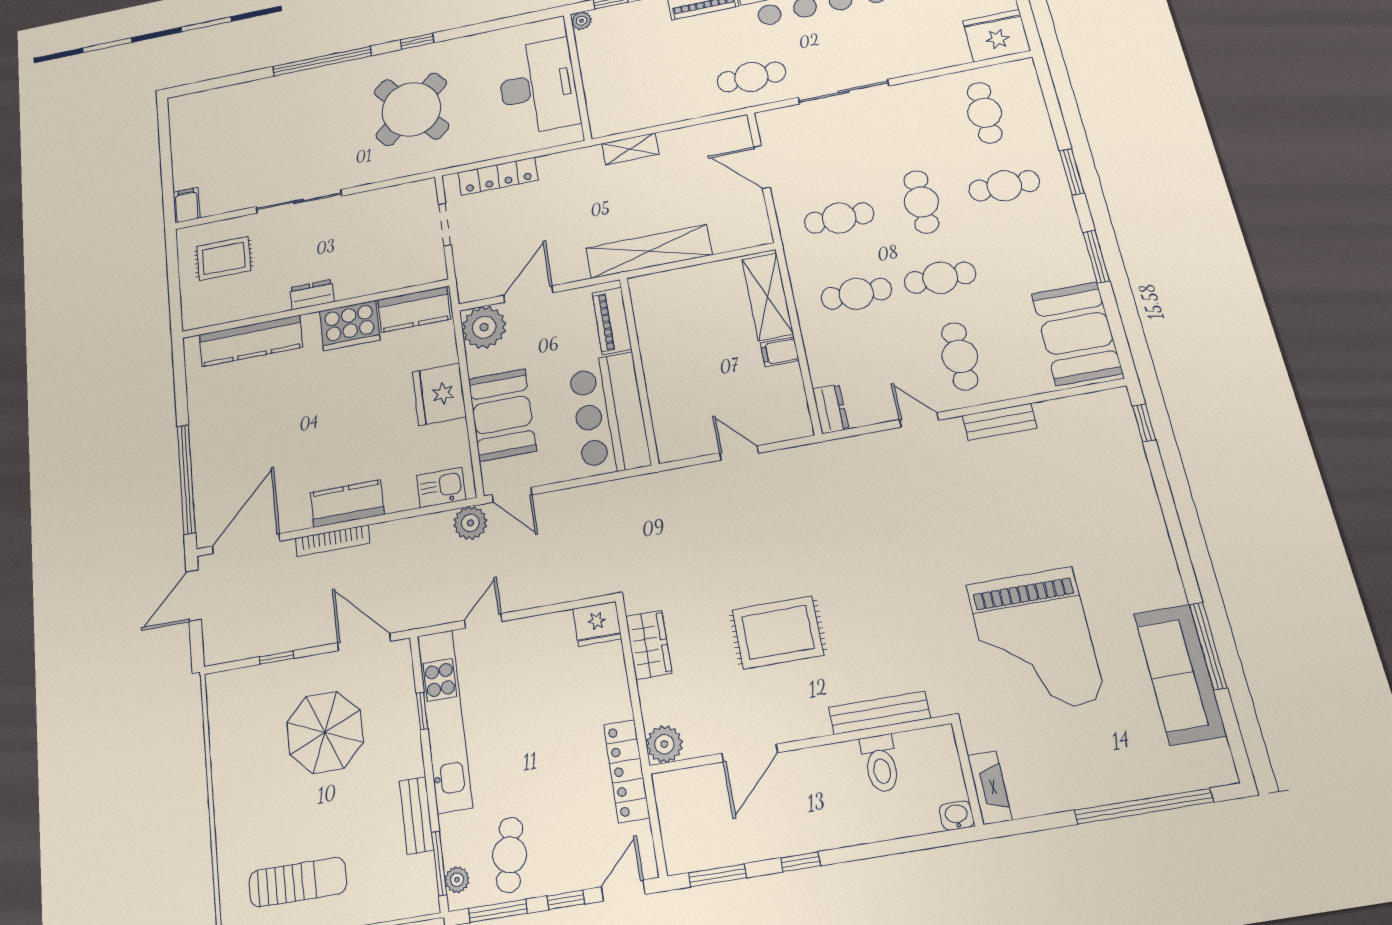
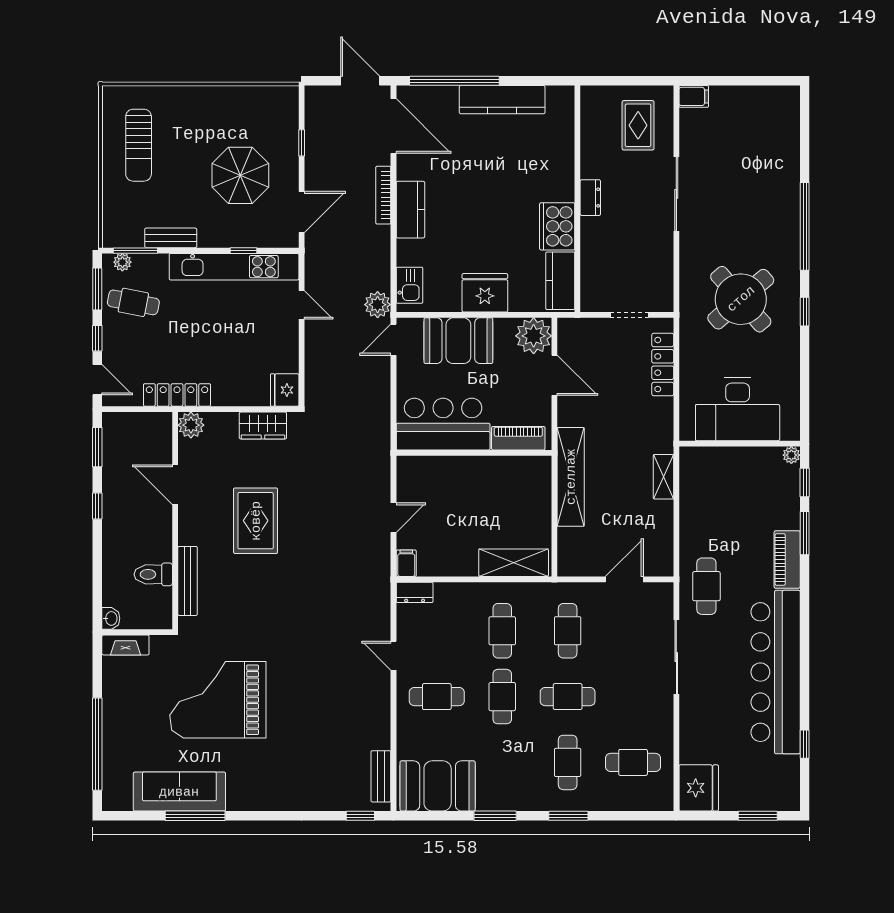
kitchen counter: (251, 341) -> (502, 100), moved, turned -90
filing cabinet: (780, 352) -> (406, 563), moved
door: (919, 420) -> (393, 656), swing flipped
bench: (1000, 422) -> (381, 776), moved

